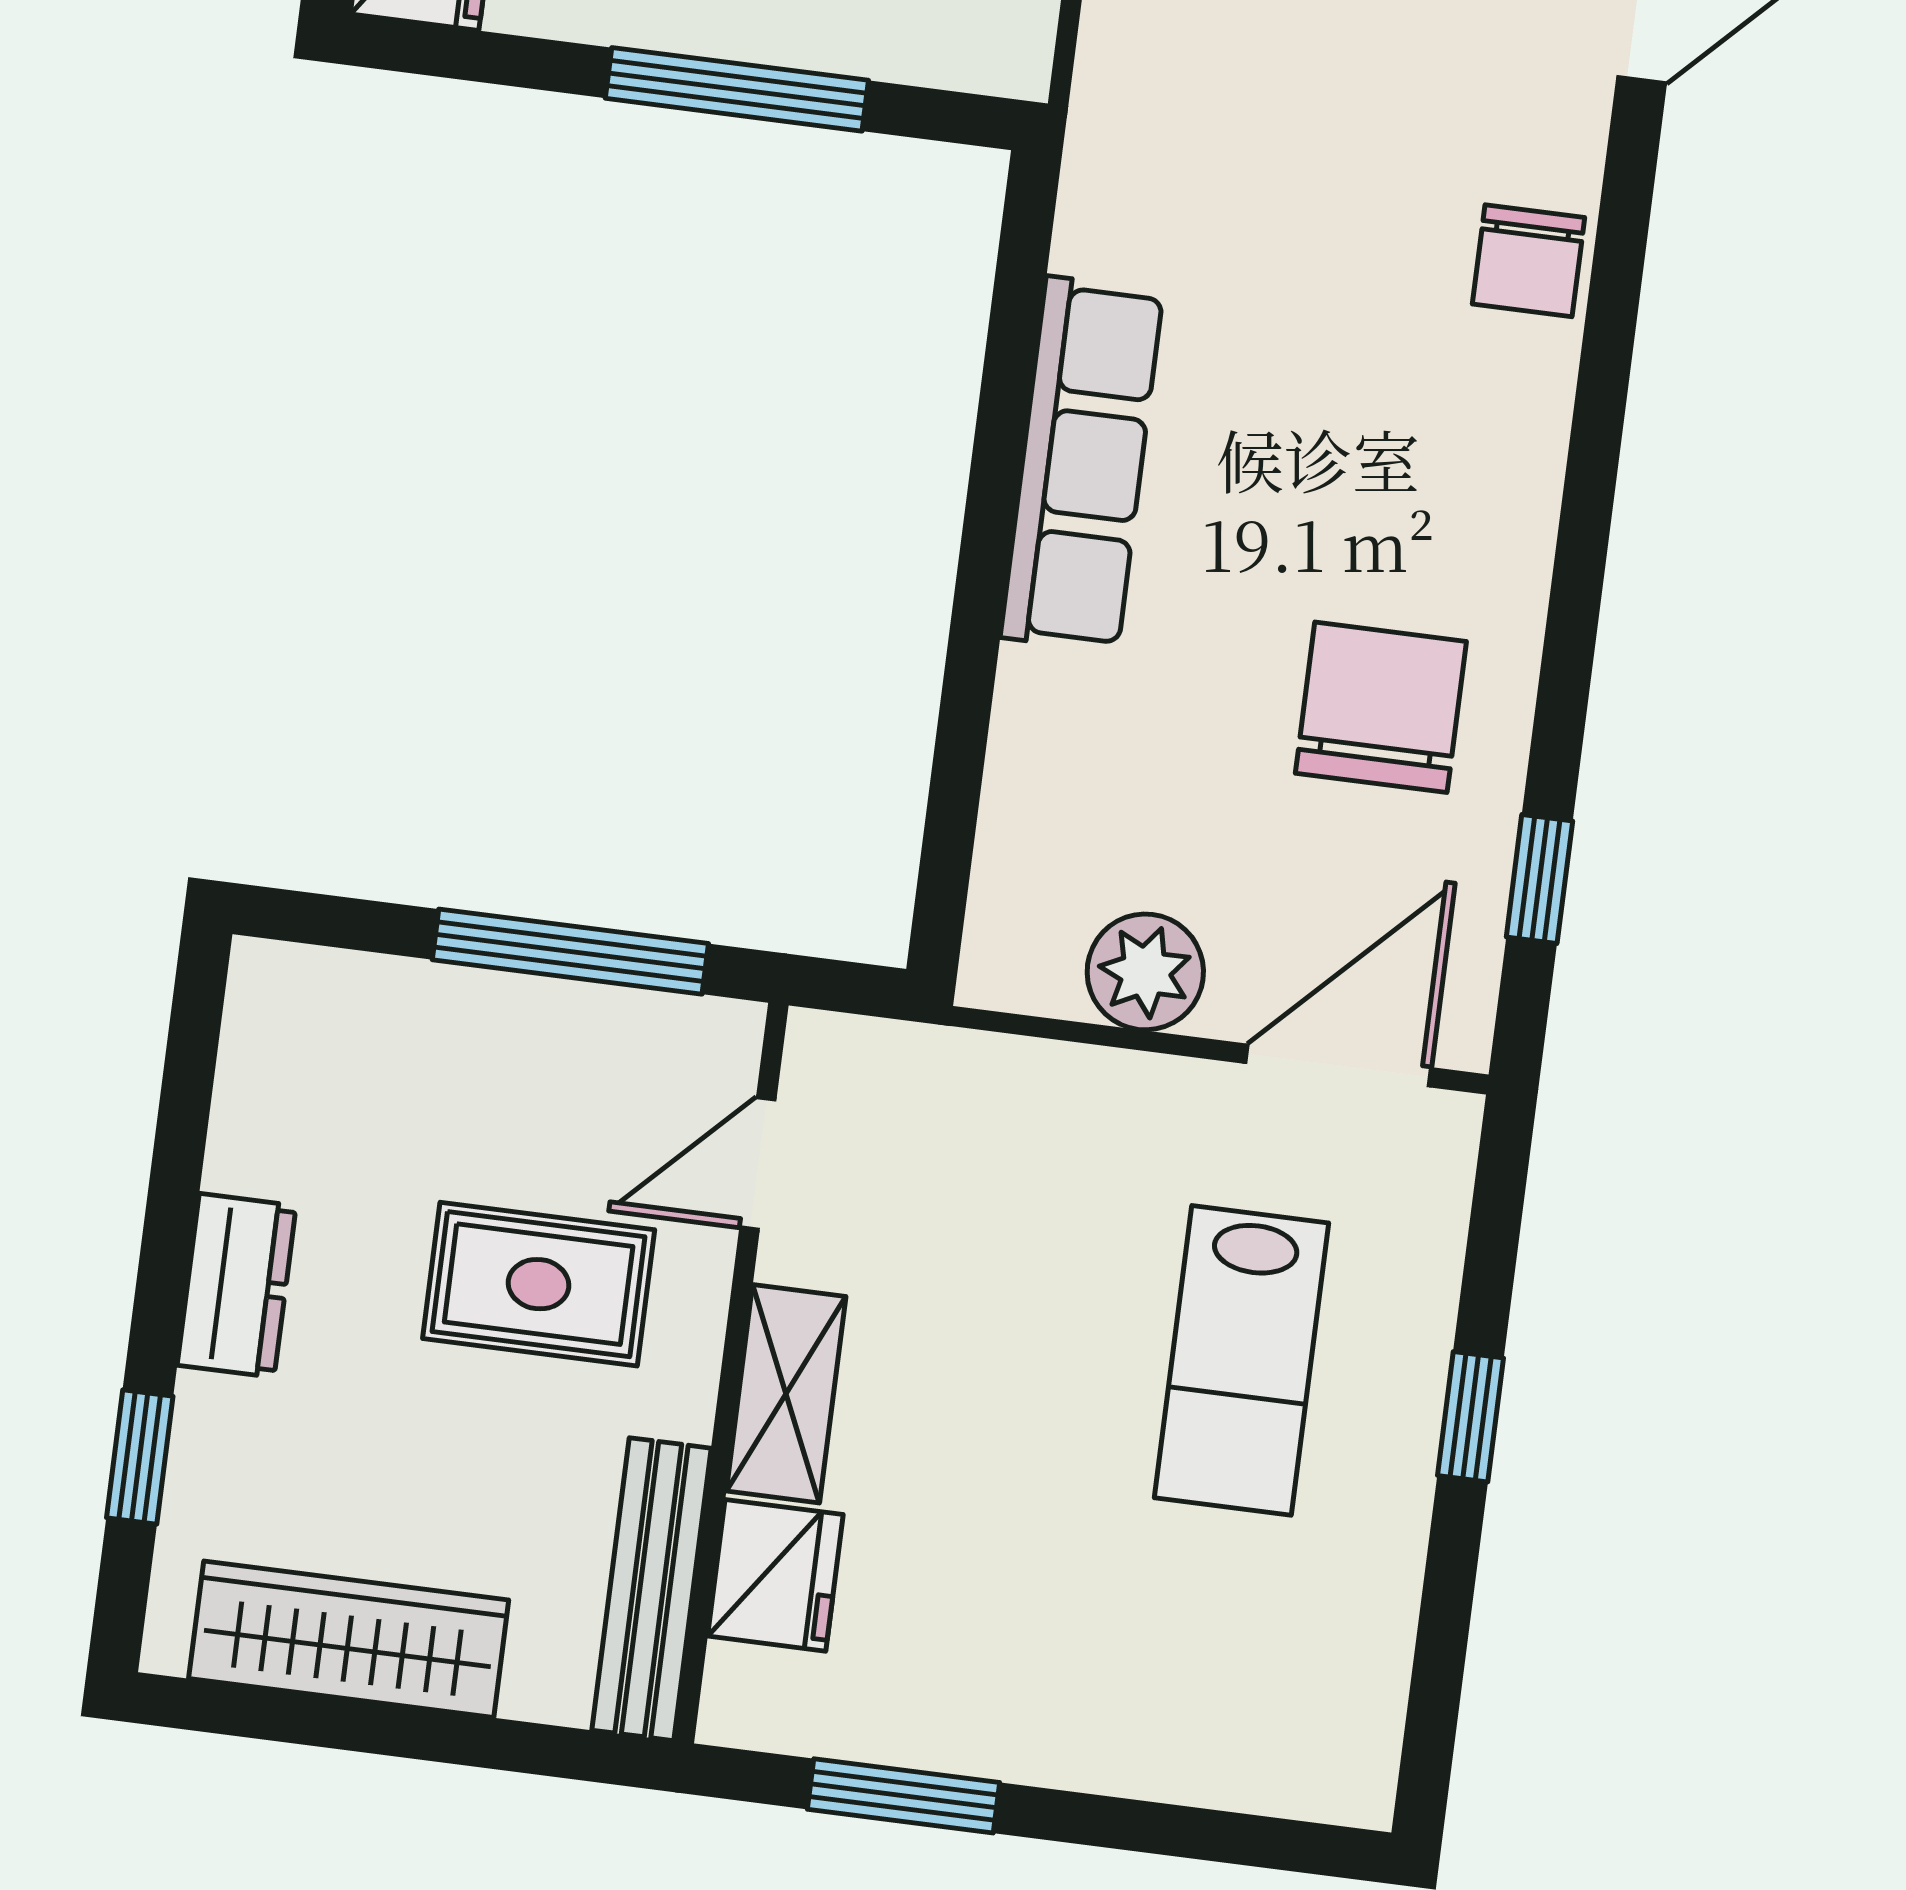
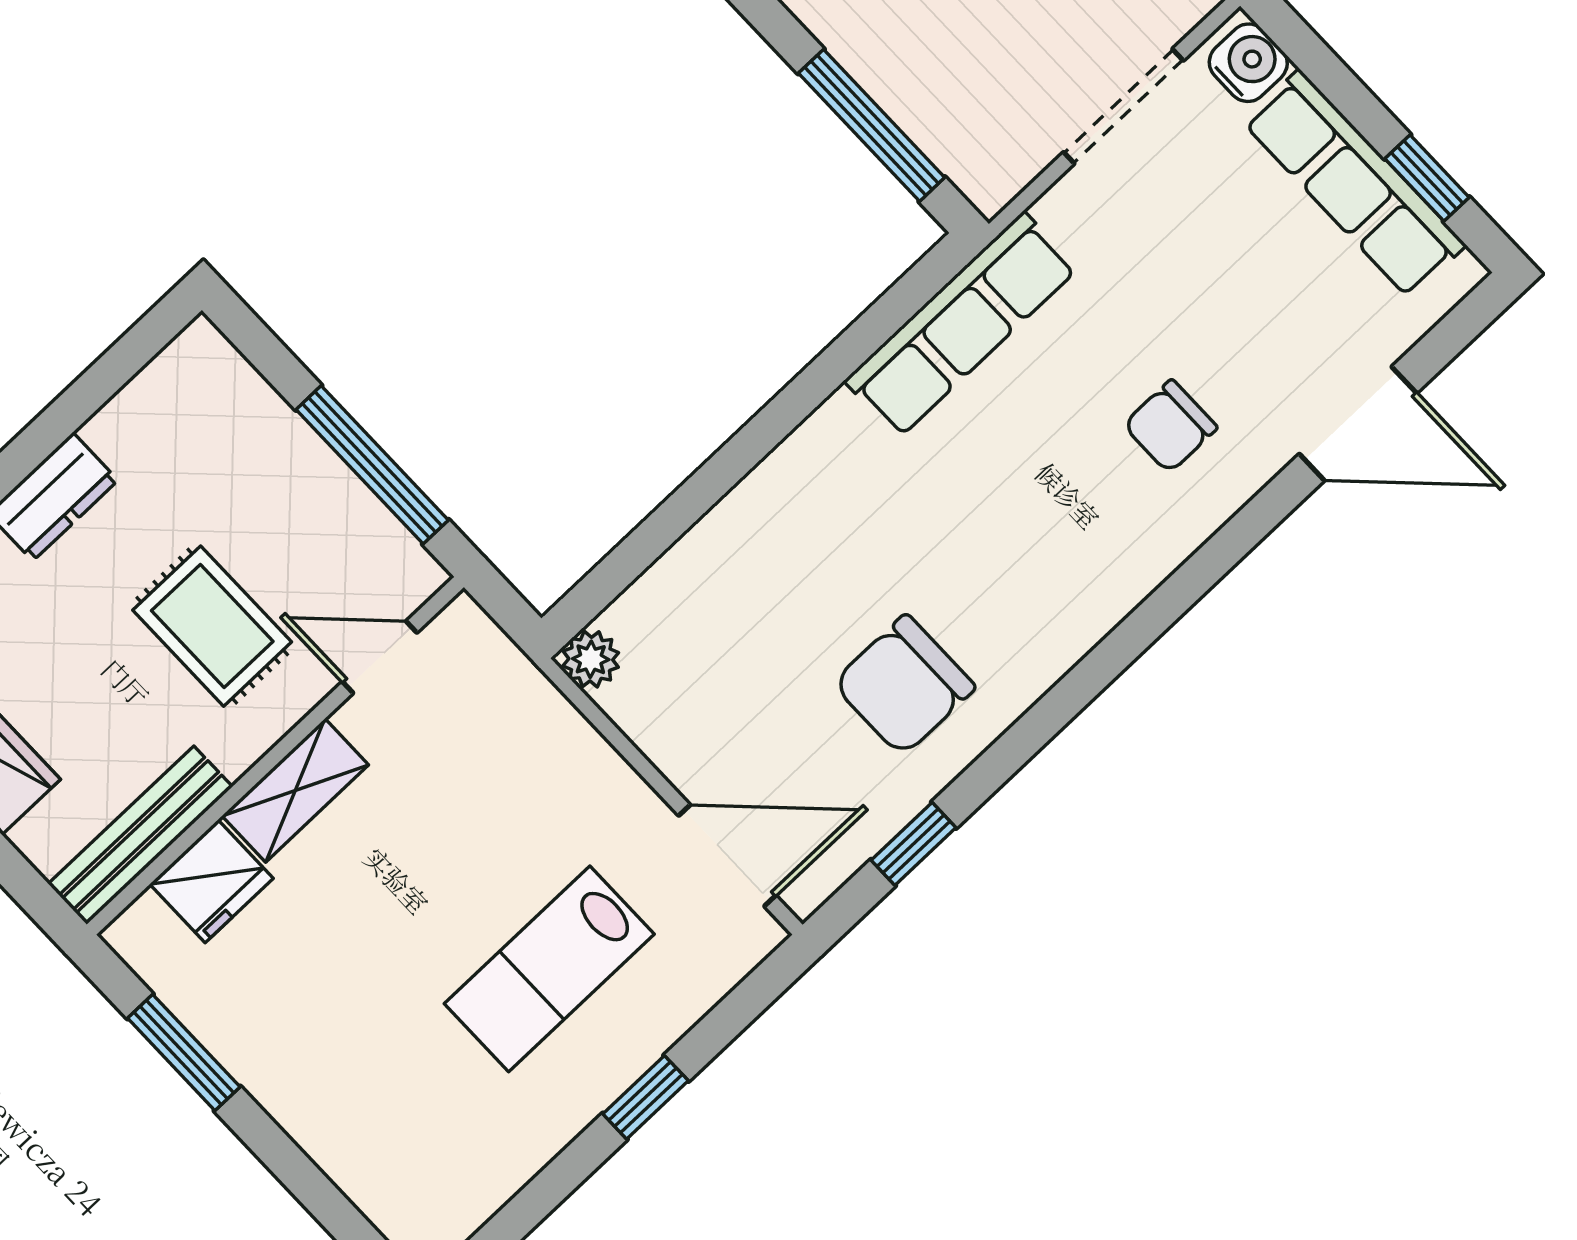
window: (737, 89) -> (872, 125), moved
chair: (1529, 261) -> (1170, 426), moved
row of seats: (1082, 464) -> (961, 325), moved
chair: (1381, 707) -> (904, 685), turned 180
plant: (1145, 972) -> (591, 659), moved, width x0.73, depth x0.73

